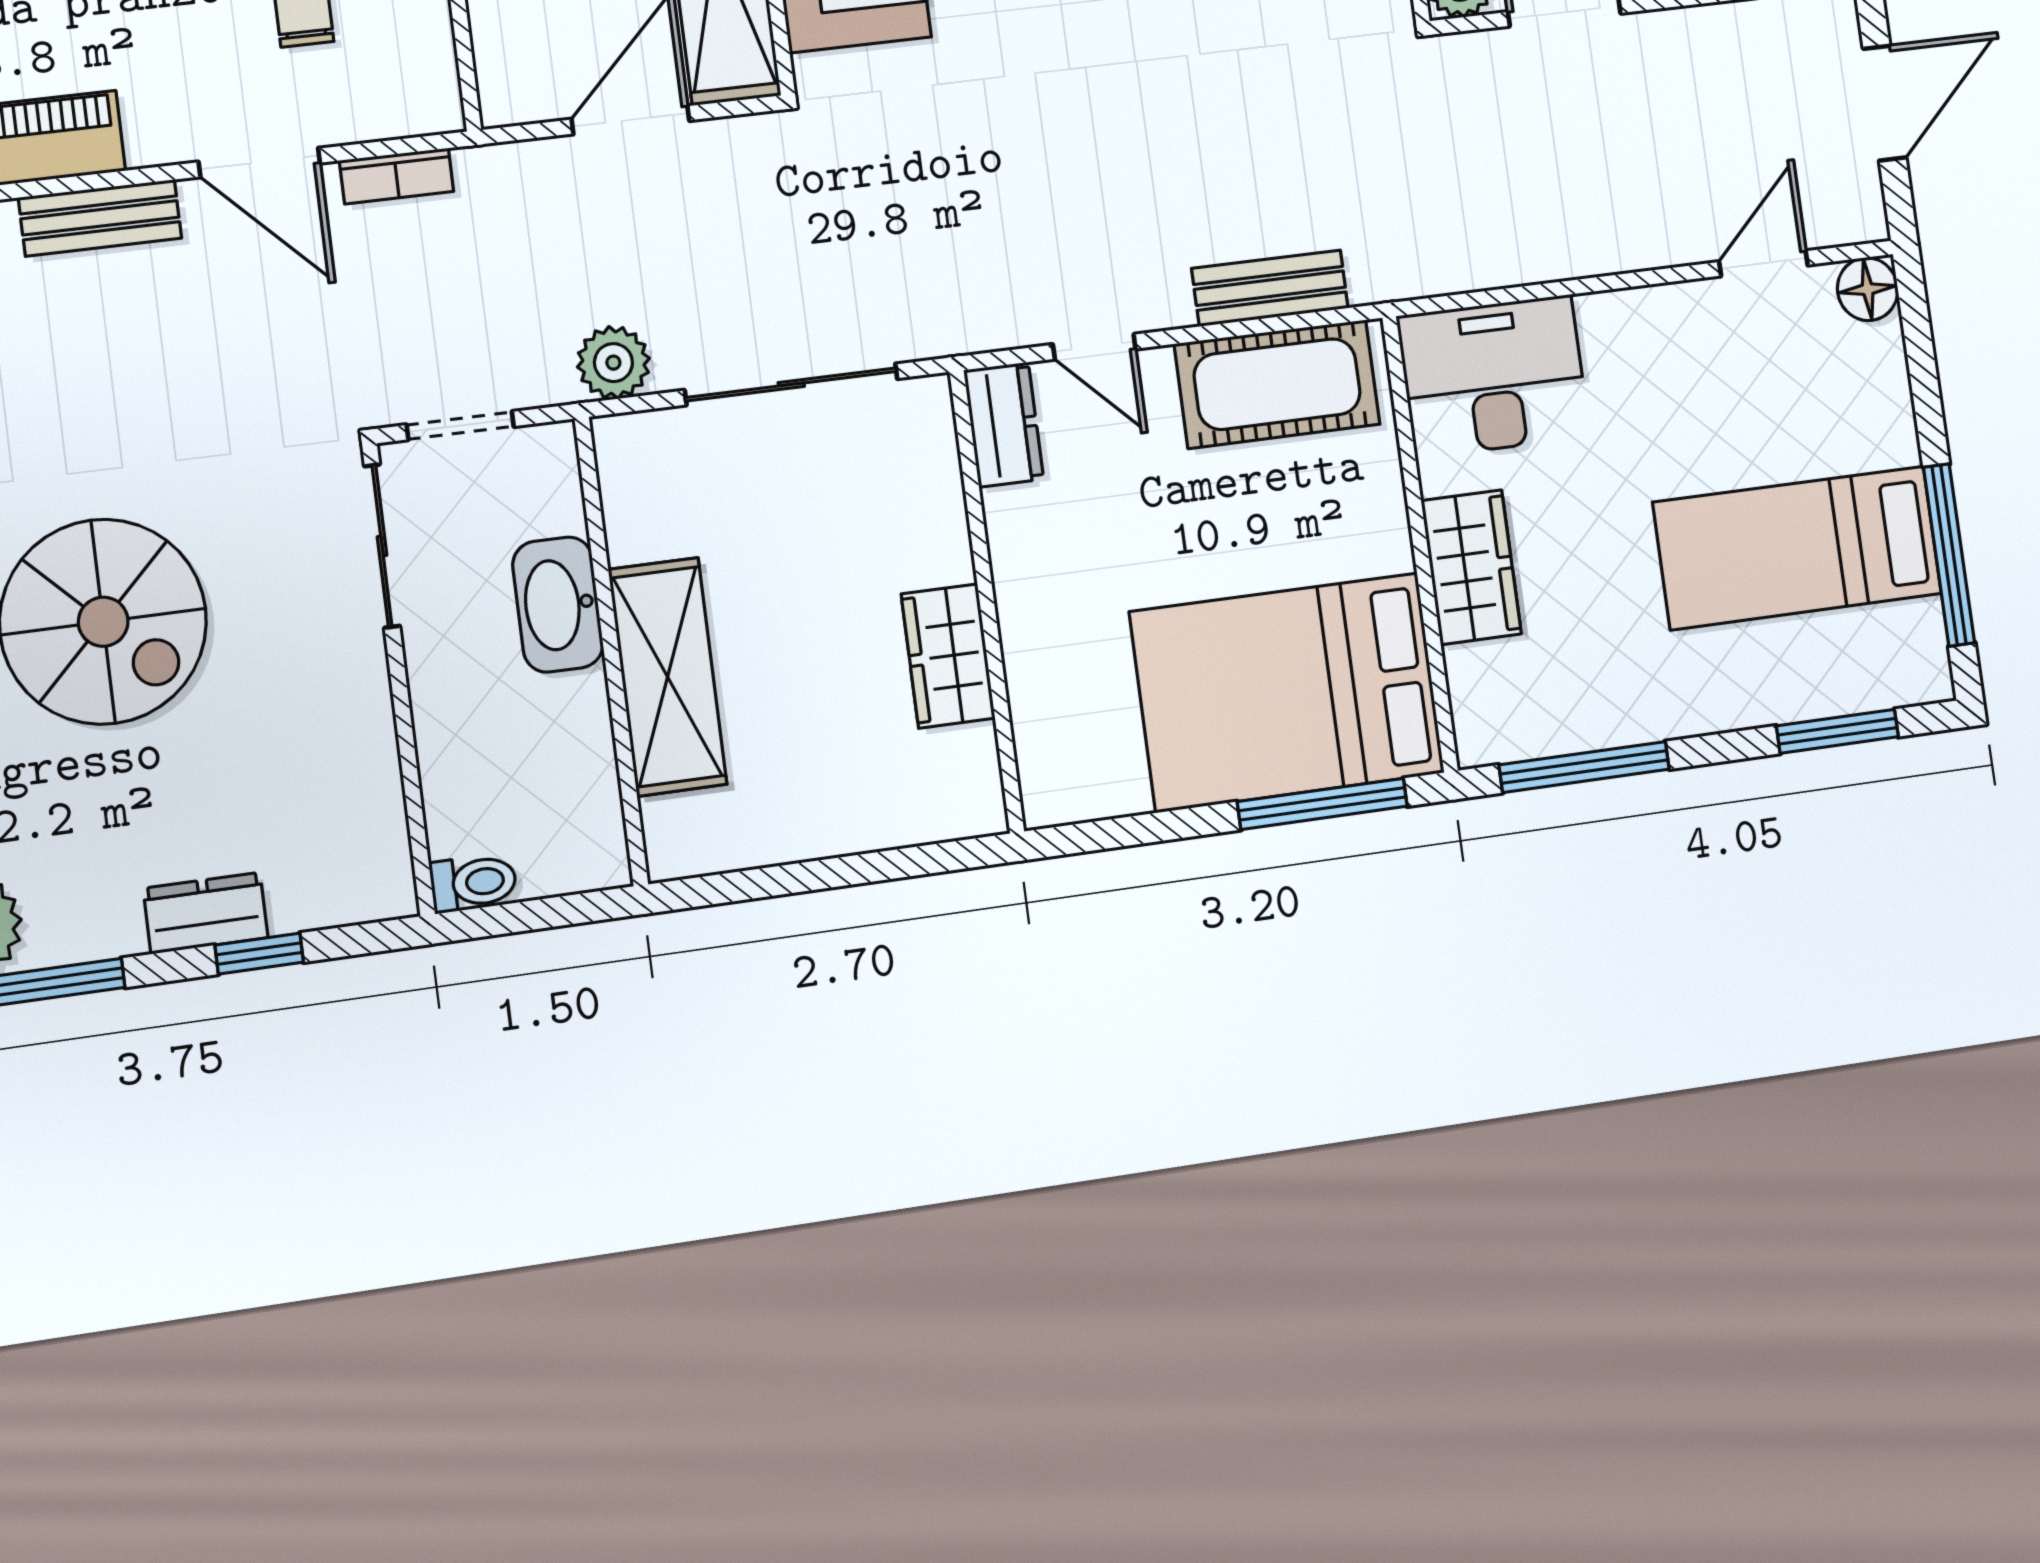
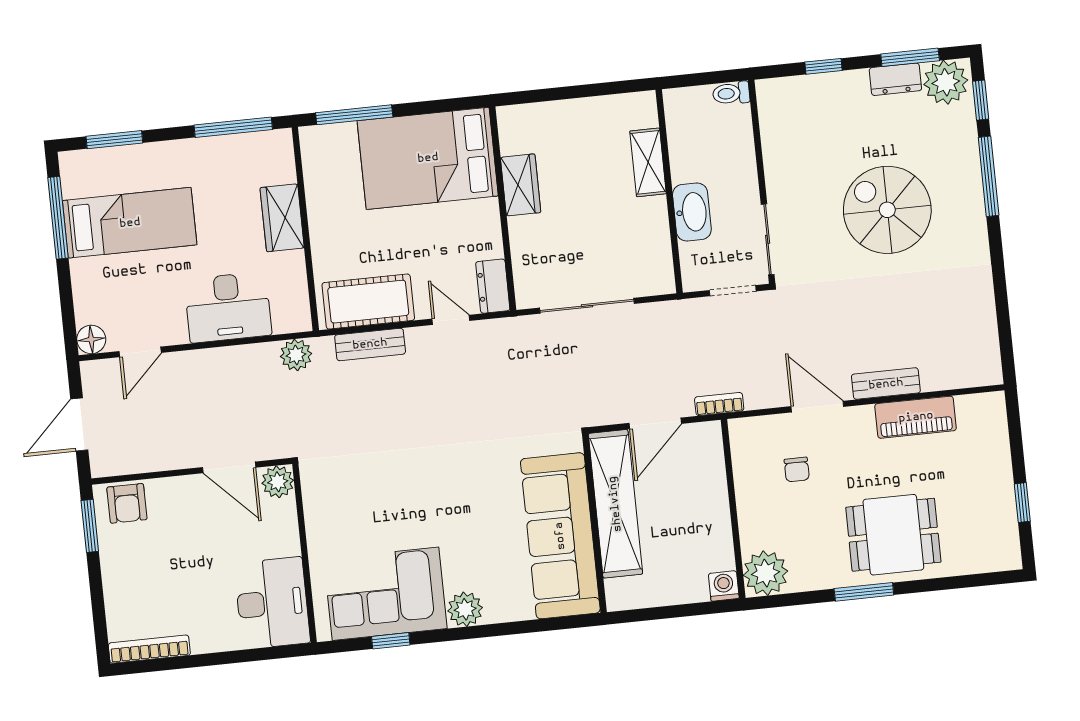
bookcase: (396, 176) -> (719, 404), moved
plant: (613, 363) -> (296, 355), moved
desk: (1493, 376) -> (228, 307), moved
shelving: (668, 677) -> (648, 162), width x0.67, depth x0.75
bed: (1287, 692) -> (428, 158), moved, turned 180
dresser: (206, 913) -> (895, 79), moved

